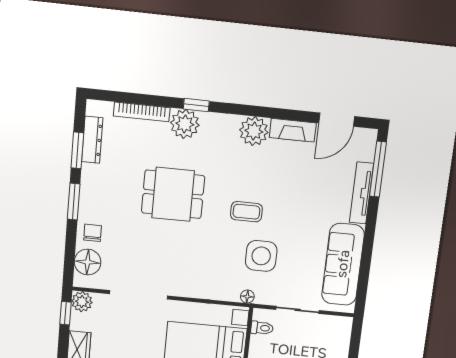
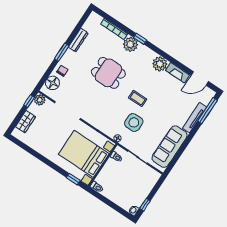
dresser: (92, 140) -> (78, 40), moved
window: (77, 150) -> (76, 31), removed

